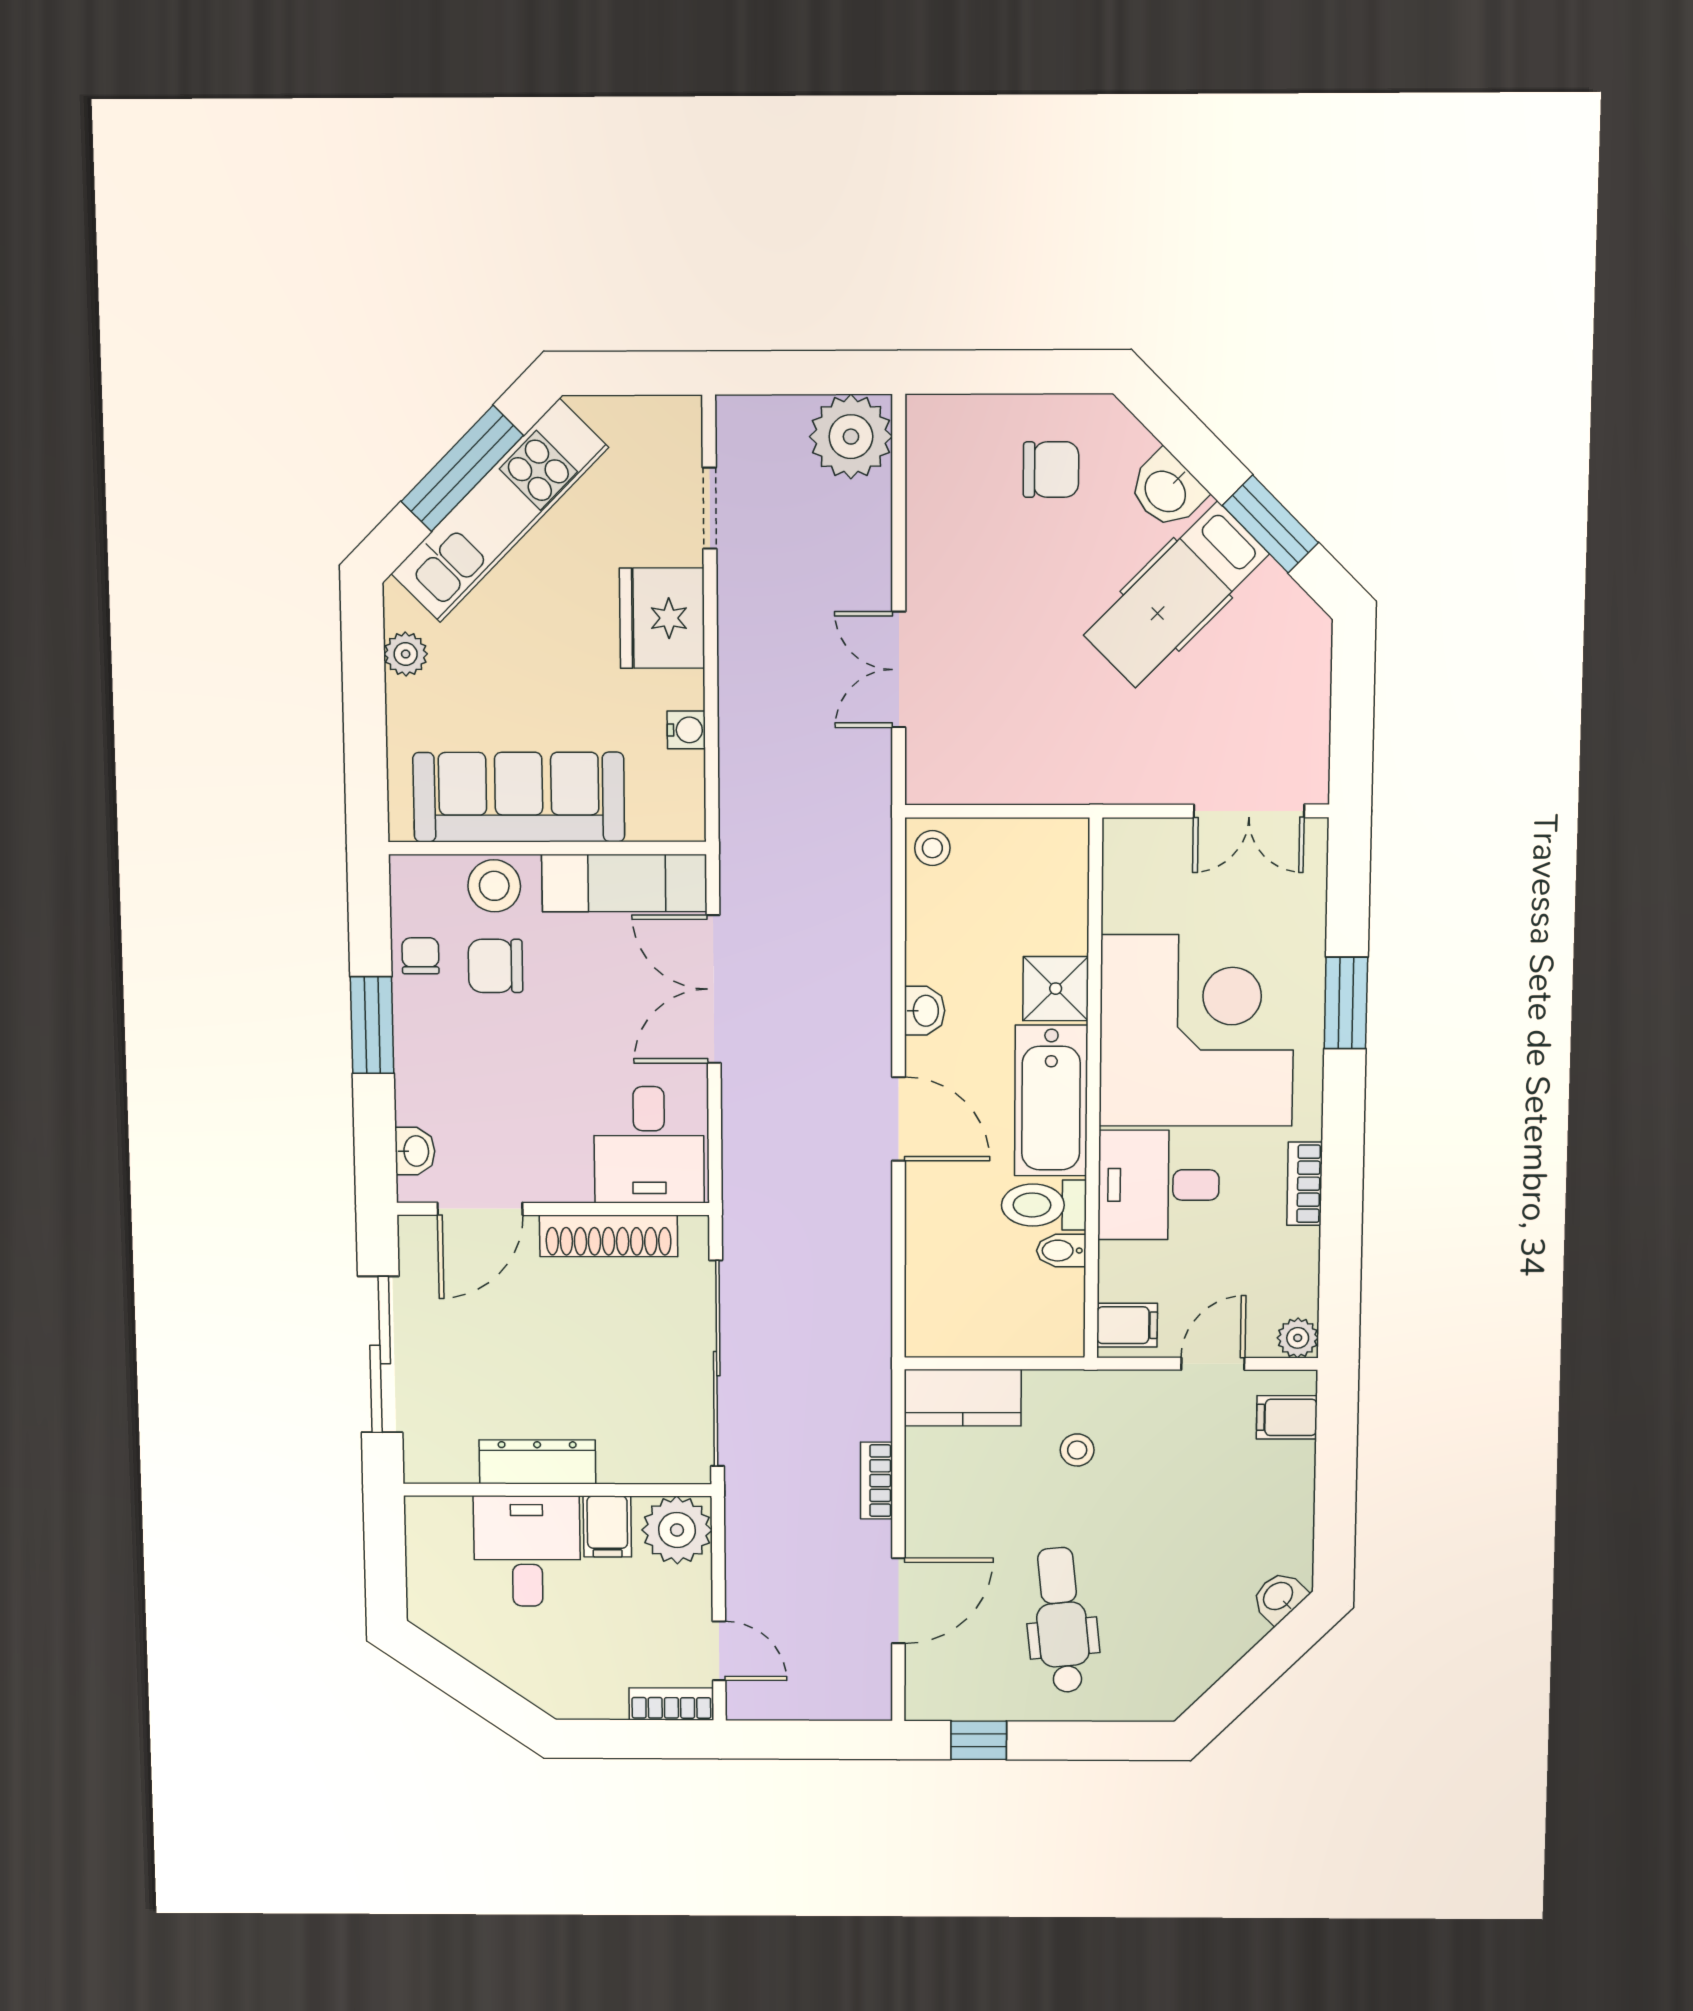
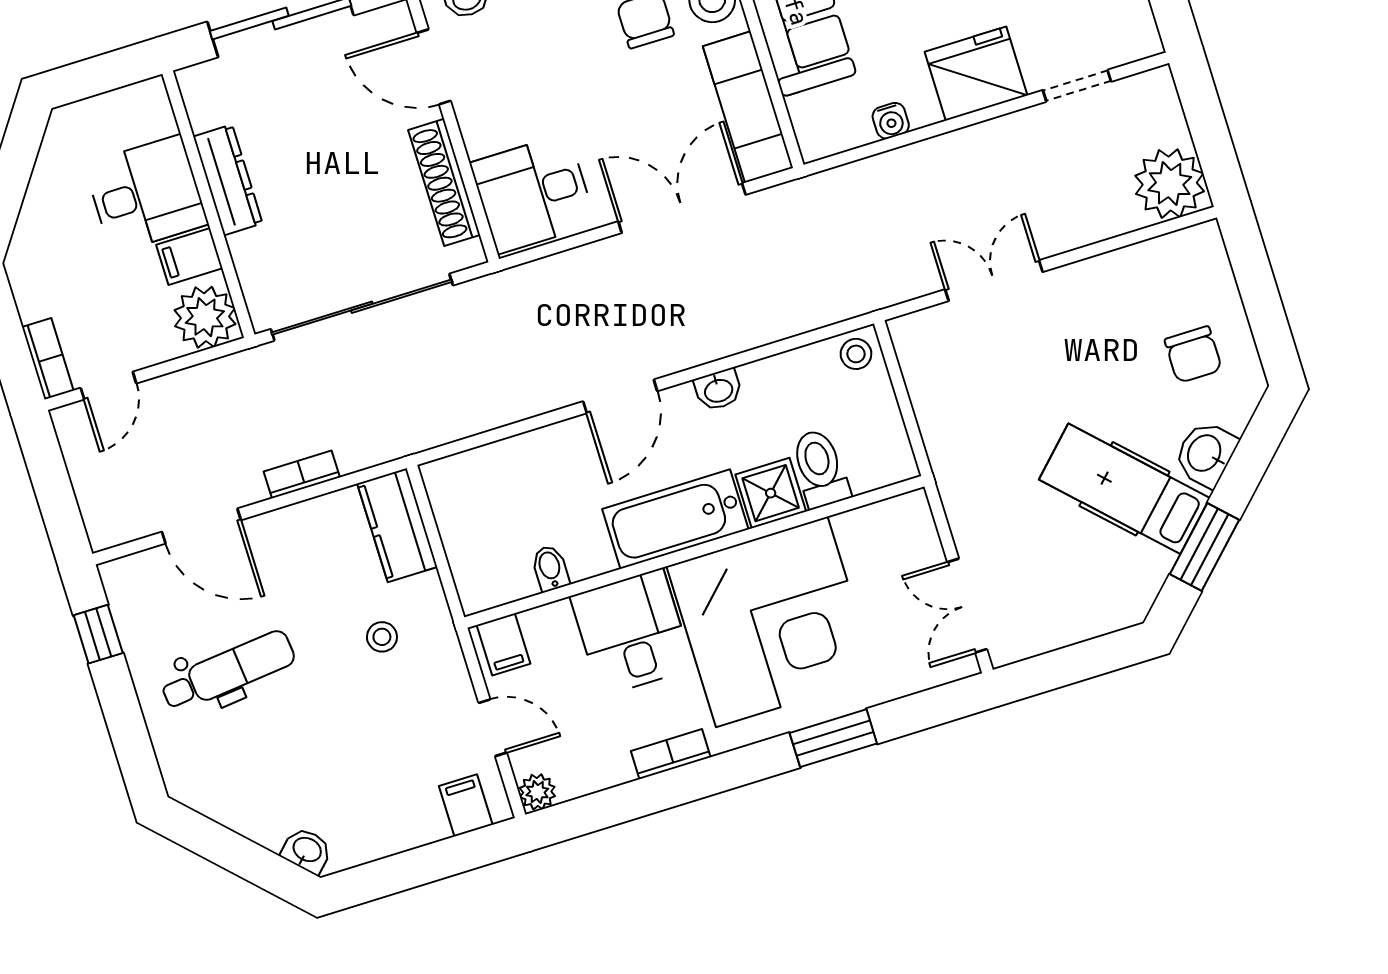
toilet: (1044, 1205) -> (820, 468), moved

